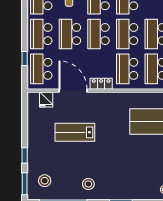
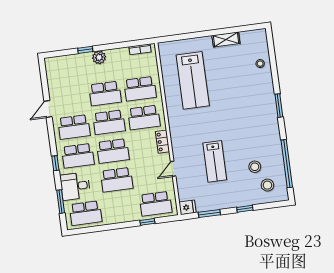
school desk: (41, 34) -> (121, 208), removed
door: (73, 91) -> (173, 169), width x0.53
fridge: (46, 100) -> (187, 207), moved
window: (25, 184) -> (209, 214), moved
stool: (88, 184) -> (255, 167), moved

